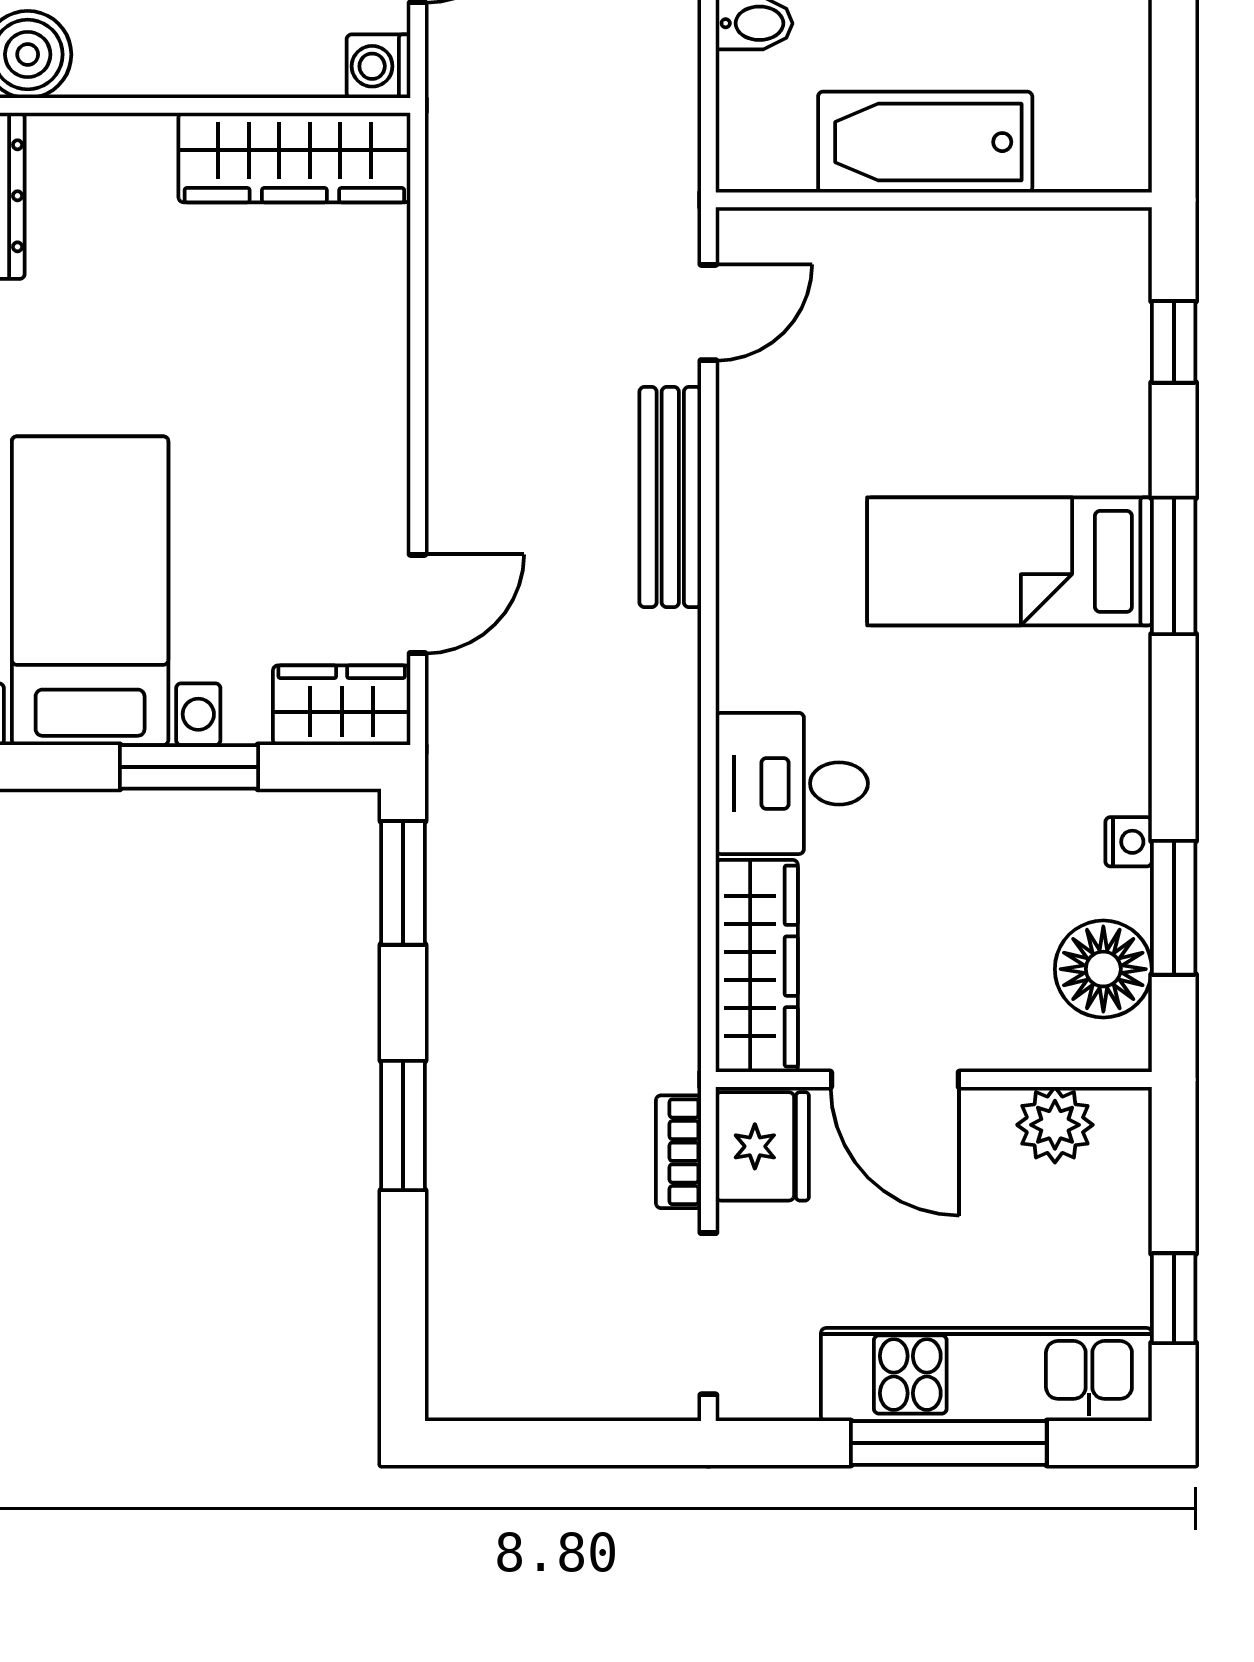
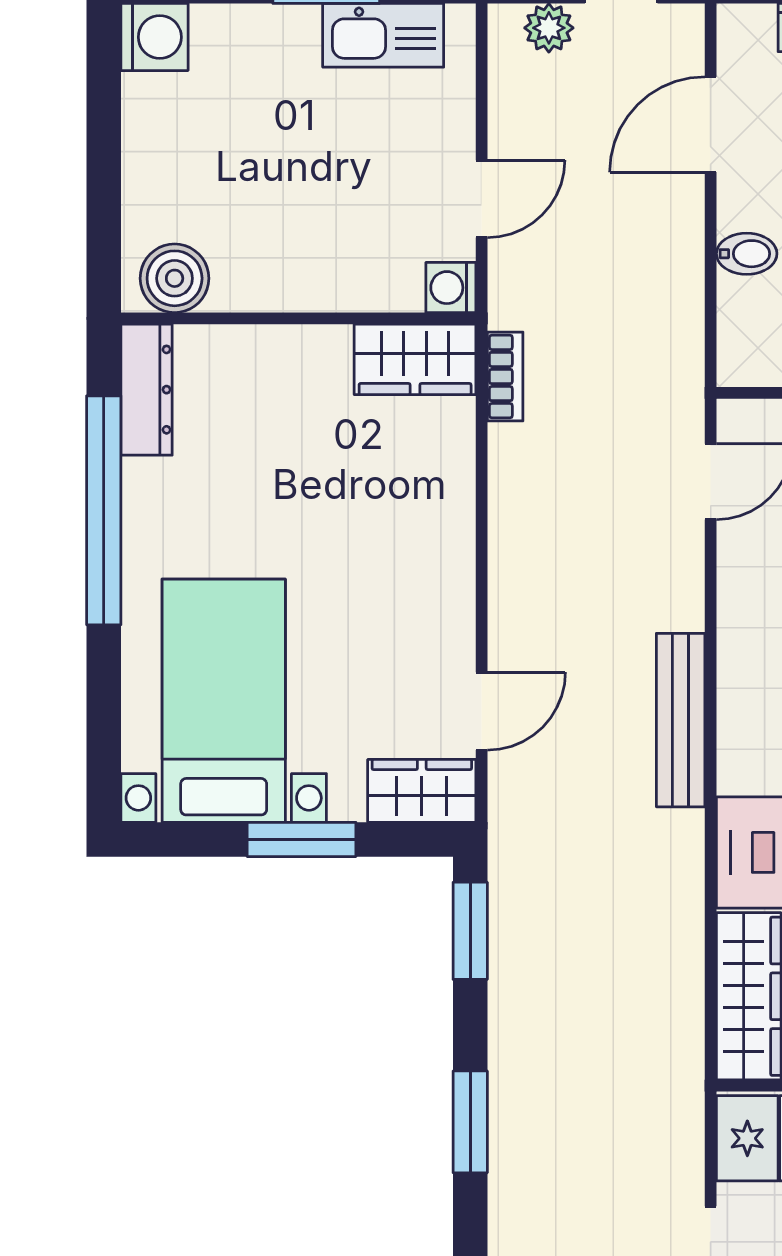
wardrobe: (294, 157) -> (415, 359), width x0.67
bench: (670, 497) -> (681, 720), moved
bookcase: (679, 1152) -> (505, 377), moved, turned 180

